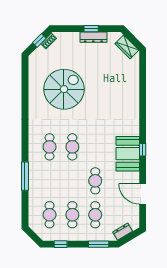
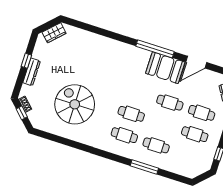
dresser: (93, 37) -> (32, 72), moved
window: (143, 150) -> (155, 49), width x3.17
booth: (128, 154) -> (165, 68), moved
cafe table: (50, 215) -> (156, 145), moved

